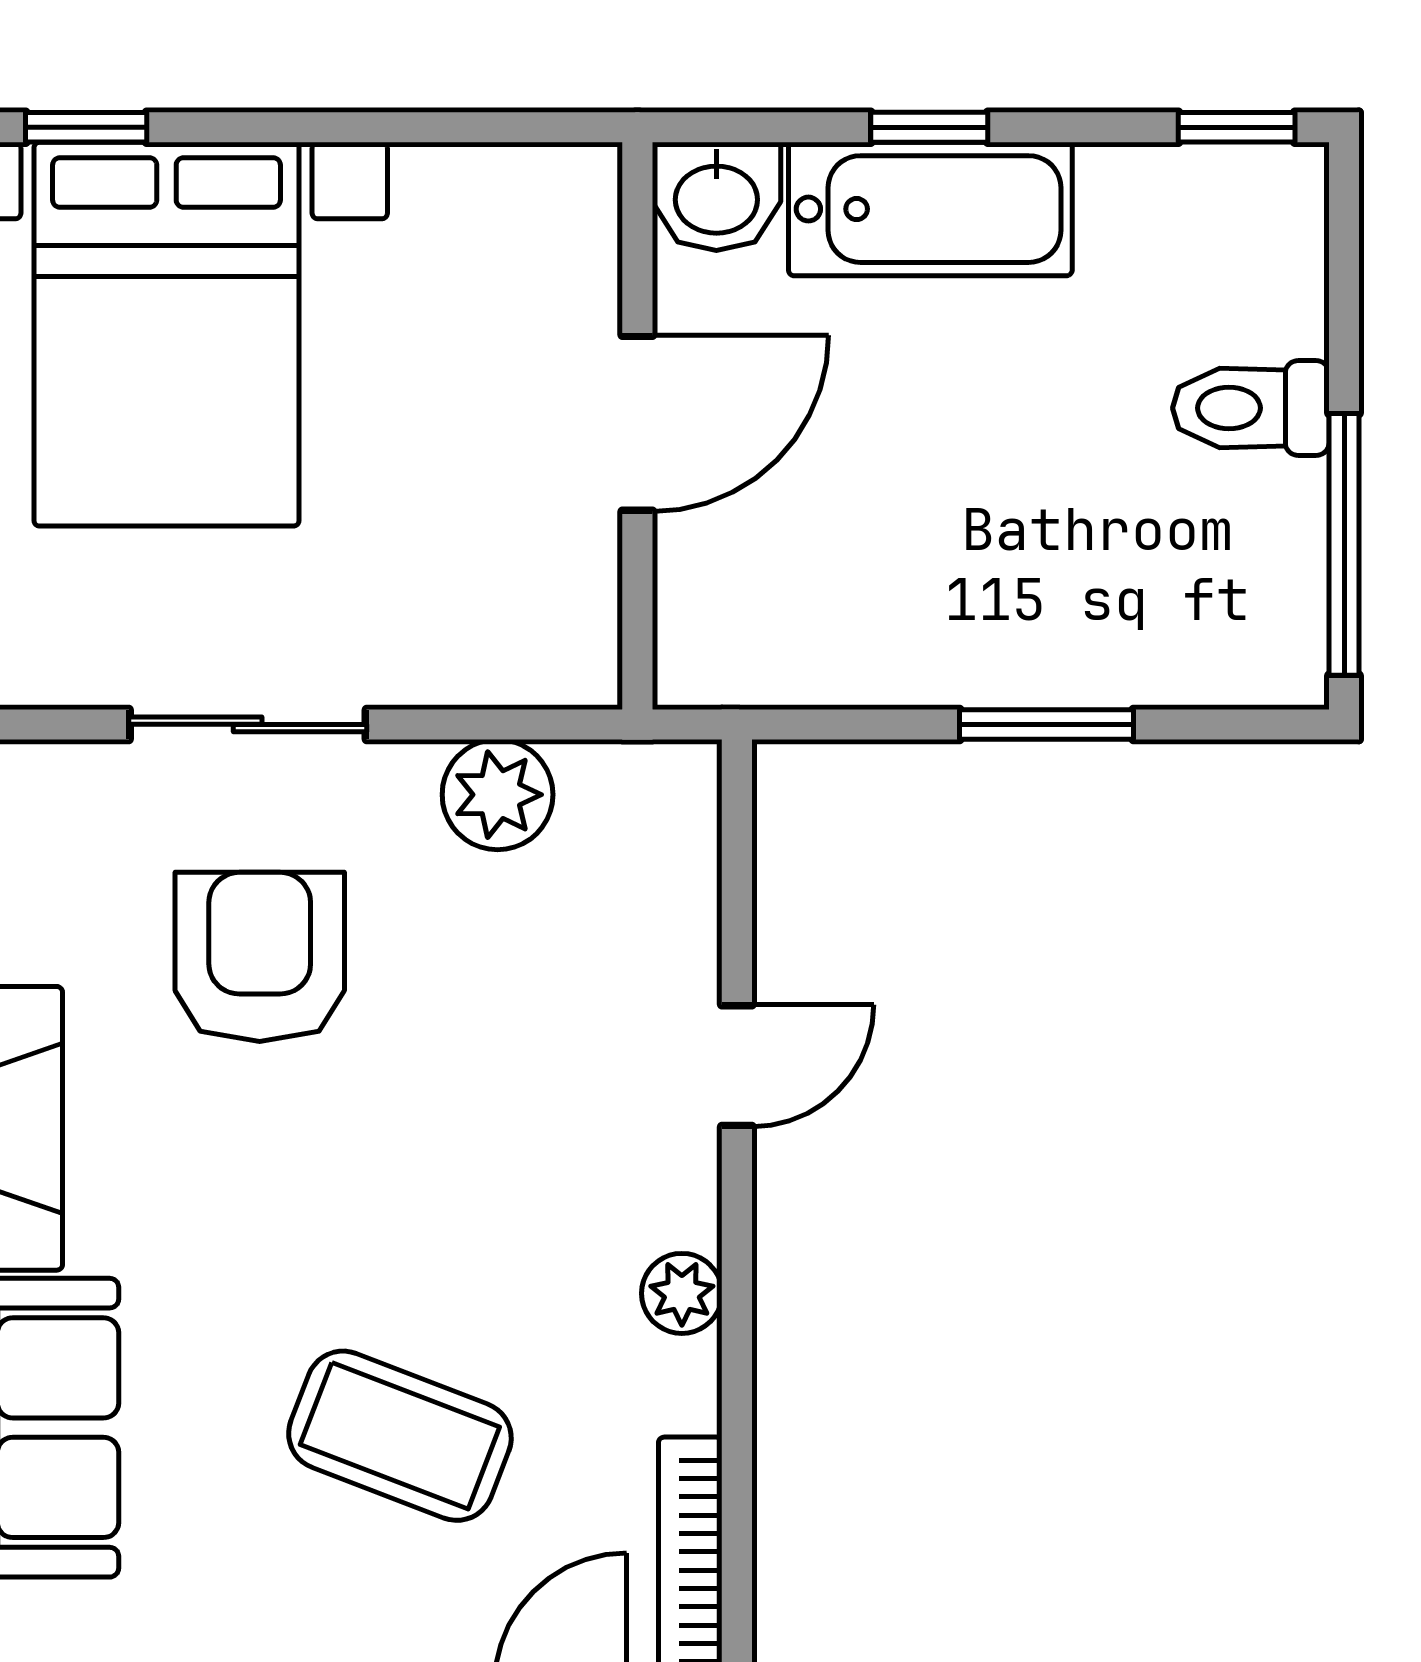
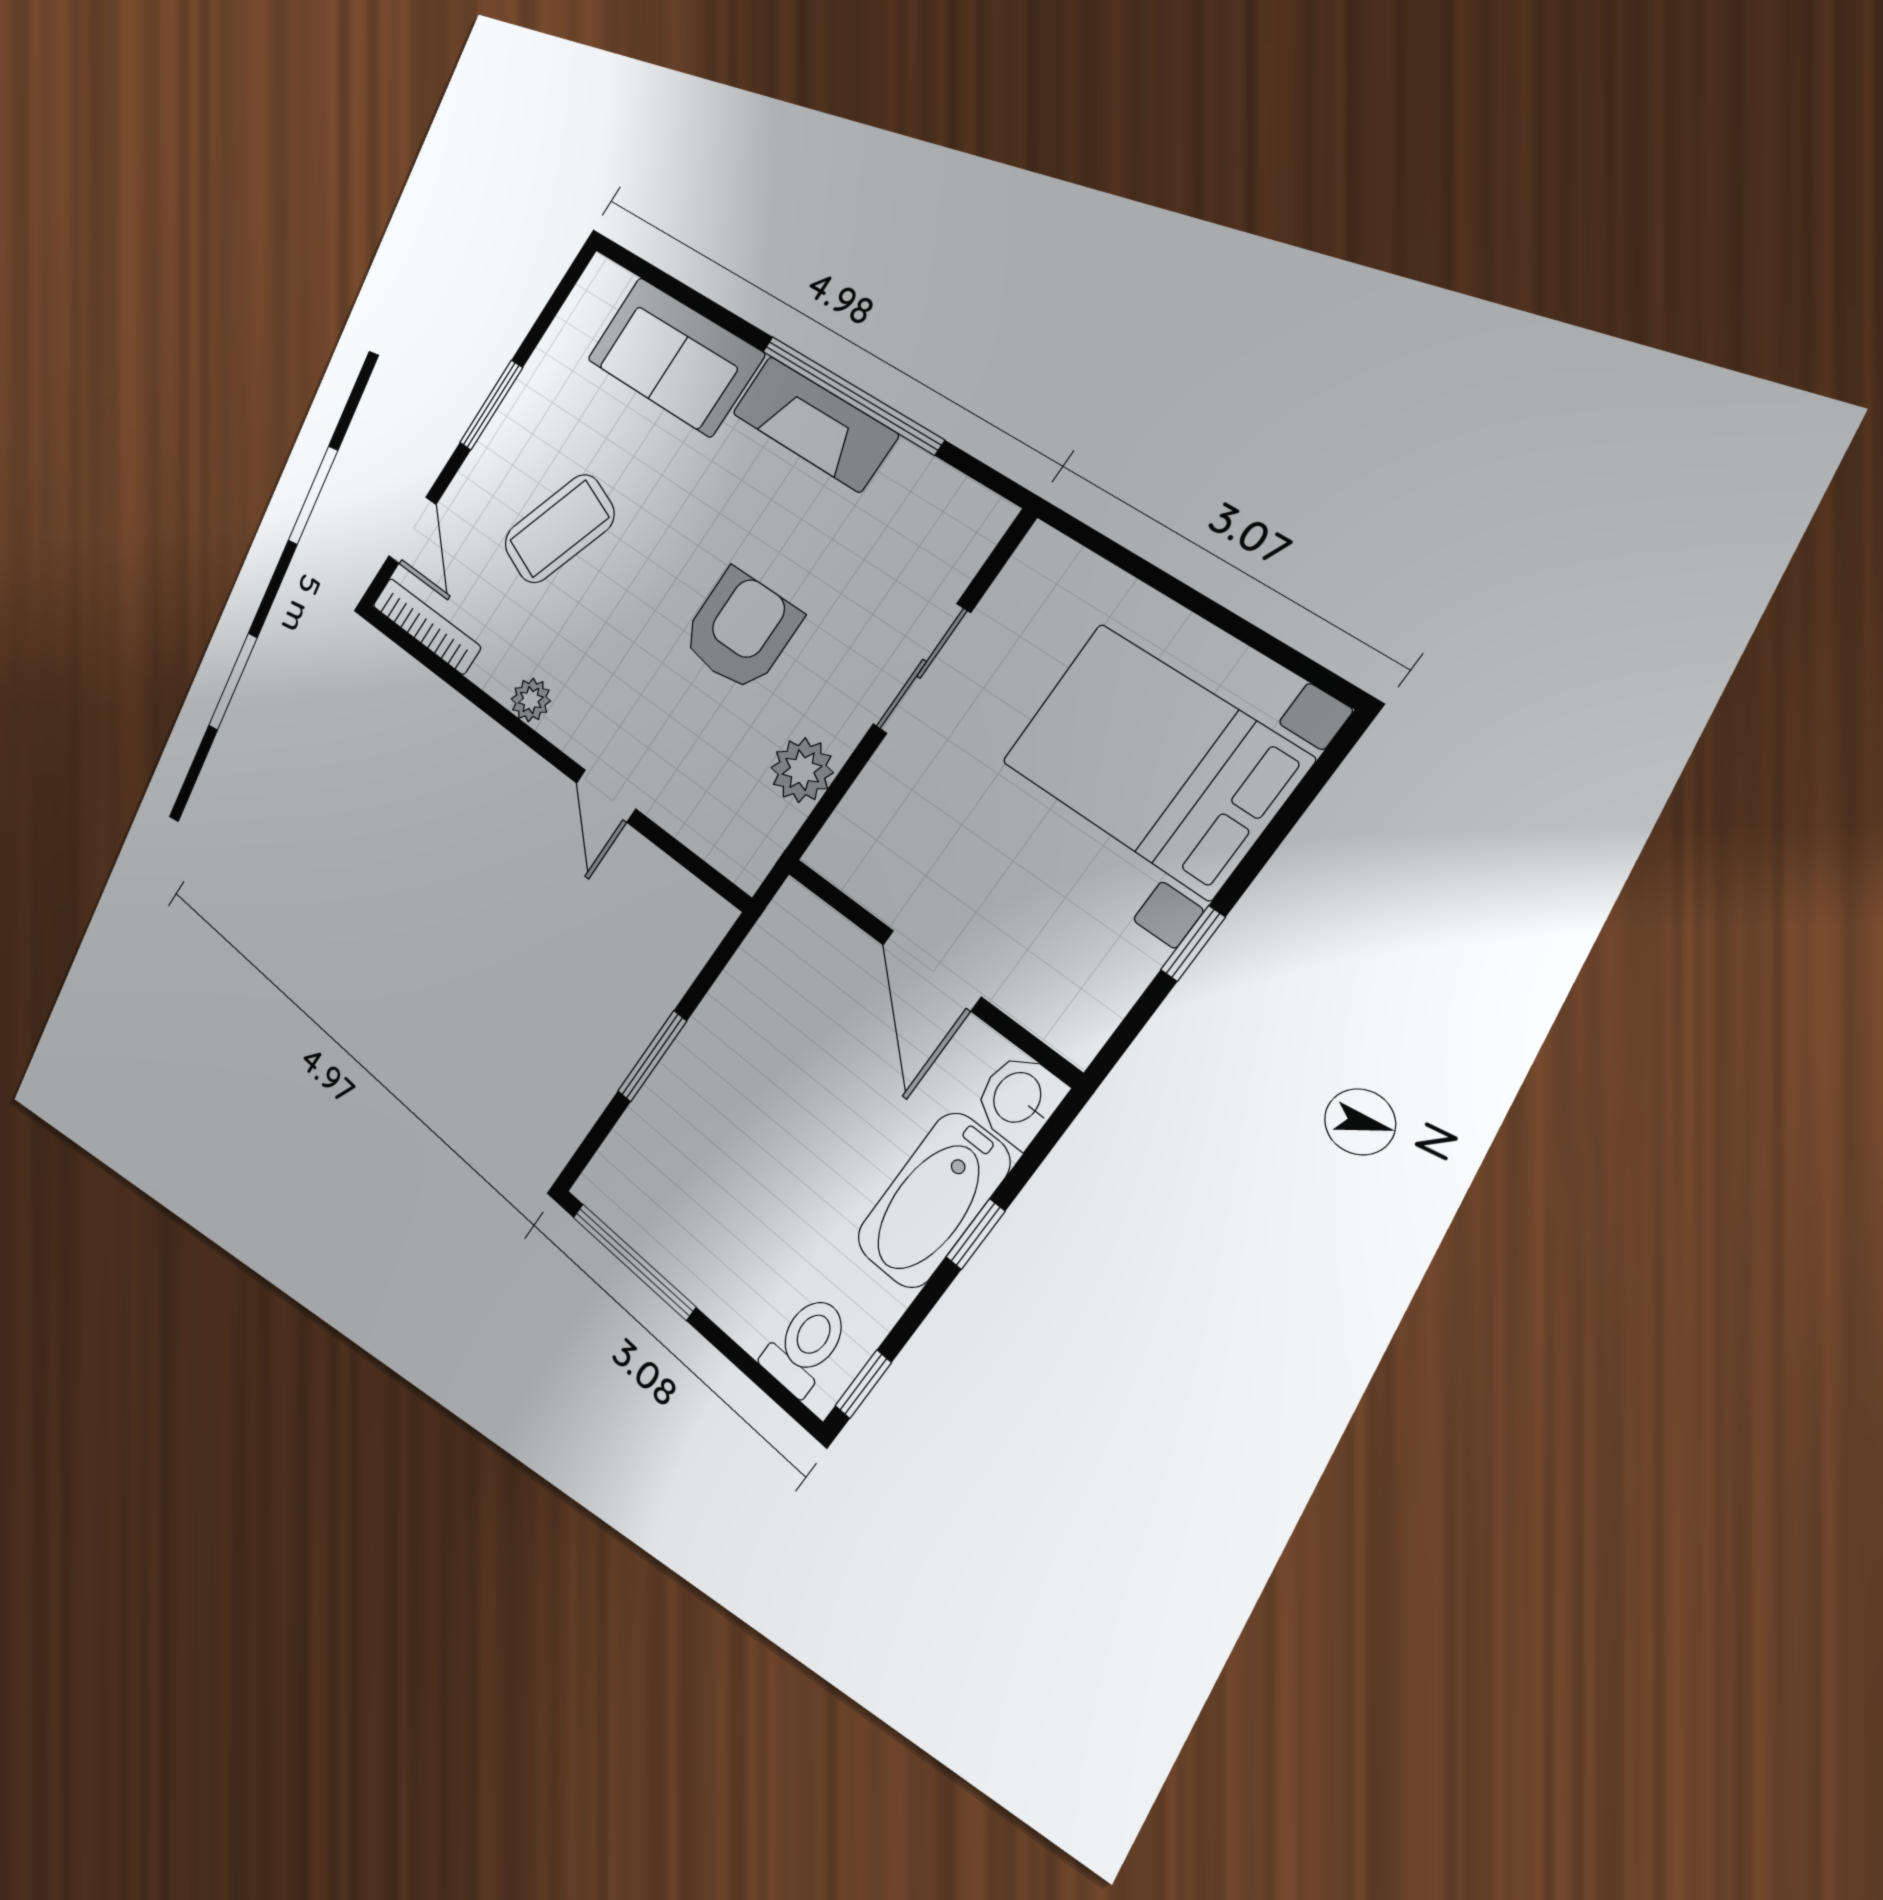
window: (86, 127) -> (1193, 944), moved
toilet: (1251, 408) -> (806, 1345), moved
armchair: (260, 957) -> (741, 630), moved, turned -90

